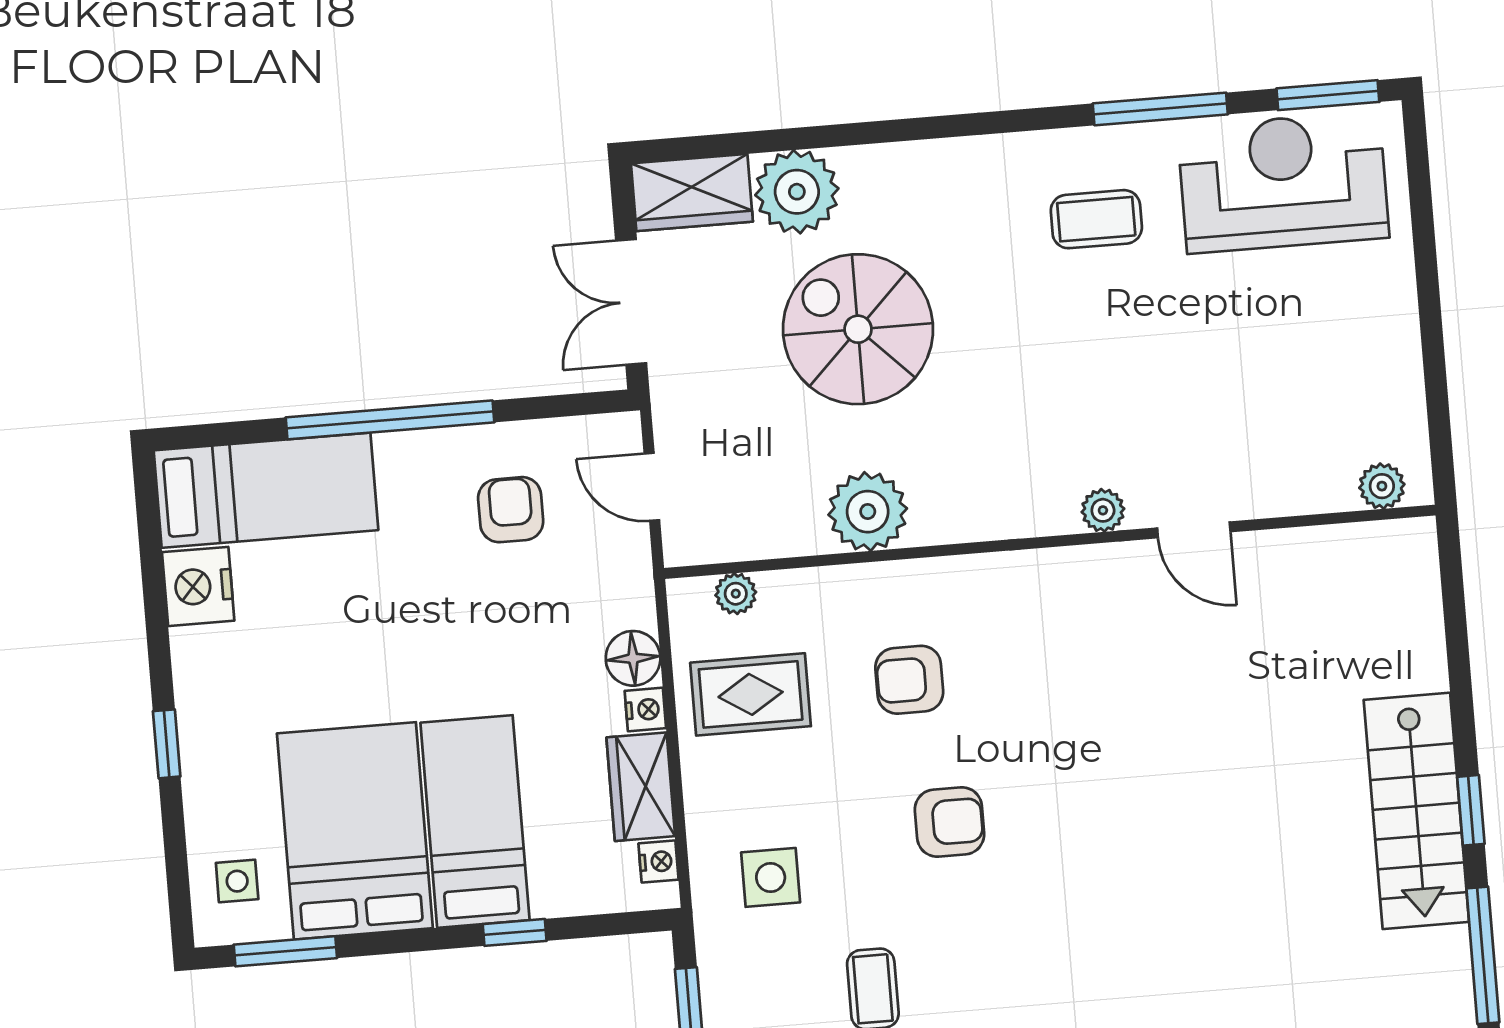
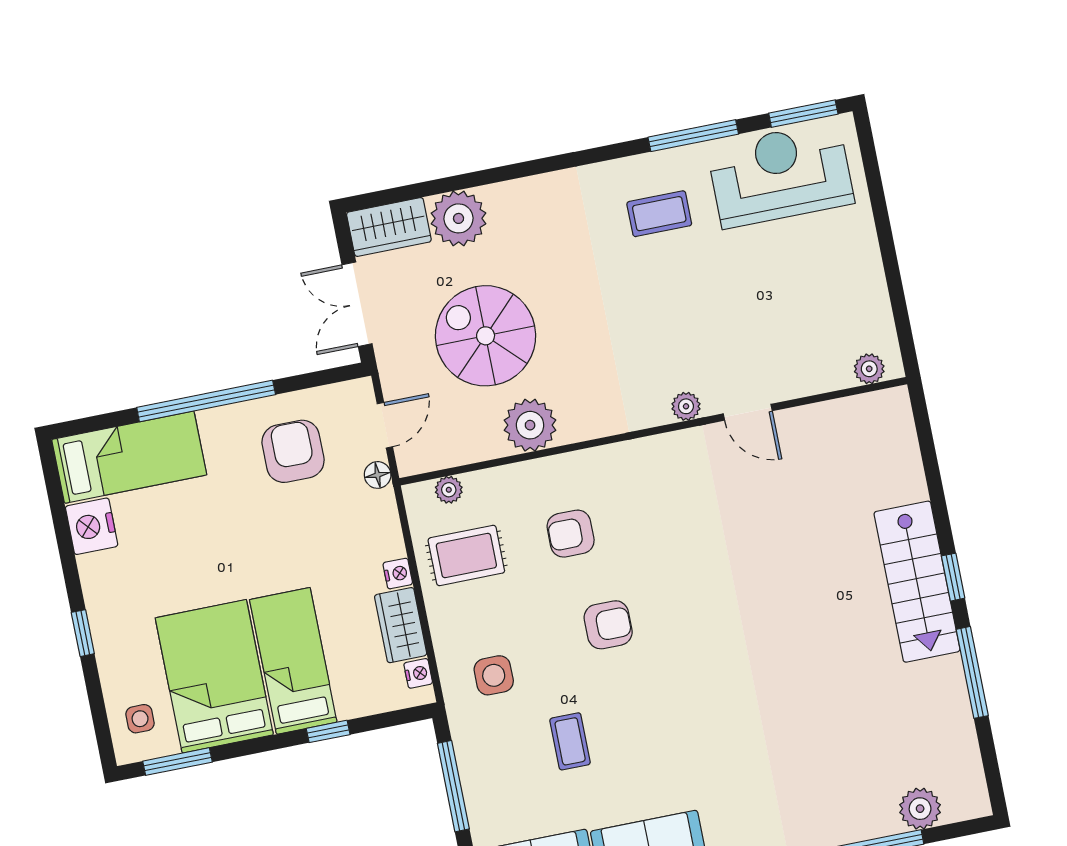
spiral stairs: (858, 329) -> (486, 336), moved
door: (652, 487) -> (385, 425), swing flipped
armchair: (511, 510) -> (293, 451), width x1.38, depth x1.38
floor lamp: (633, 658) -> (378, 475), moved, width x0.73, depth x0.73

